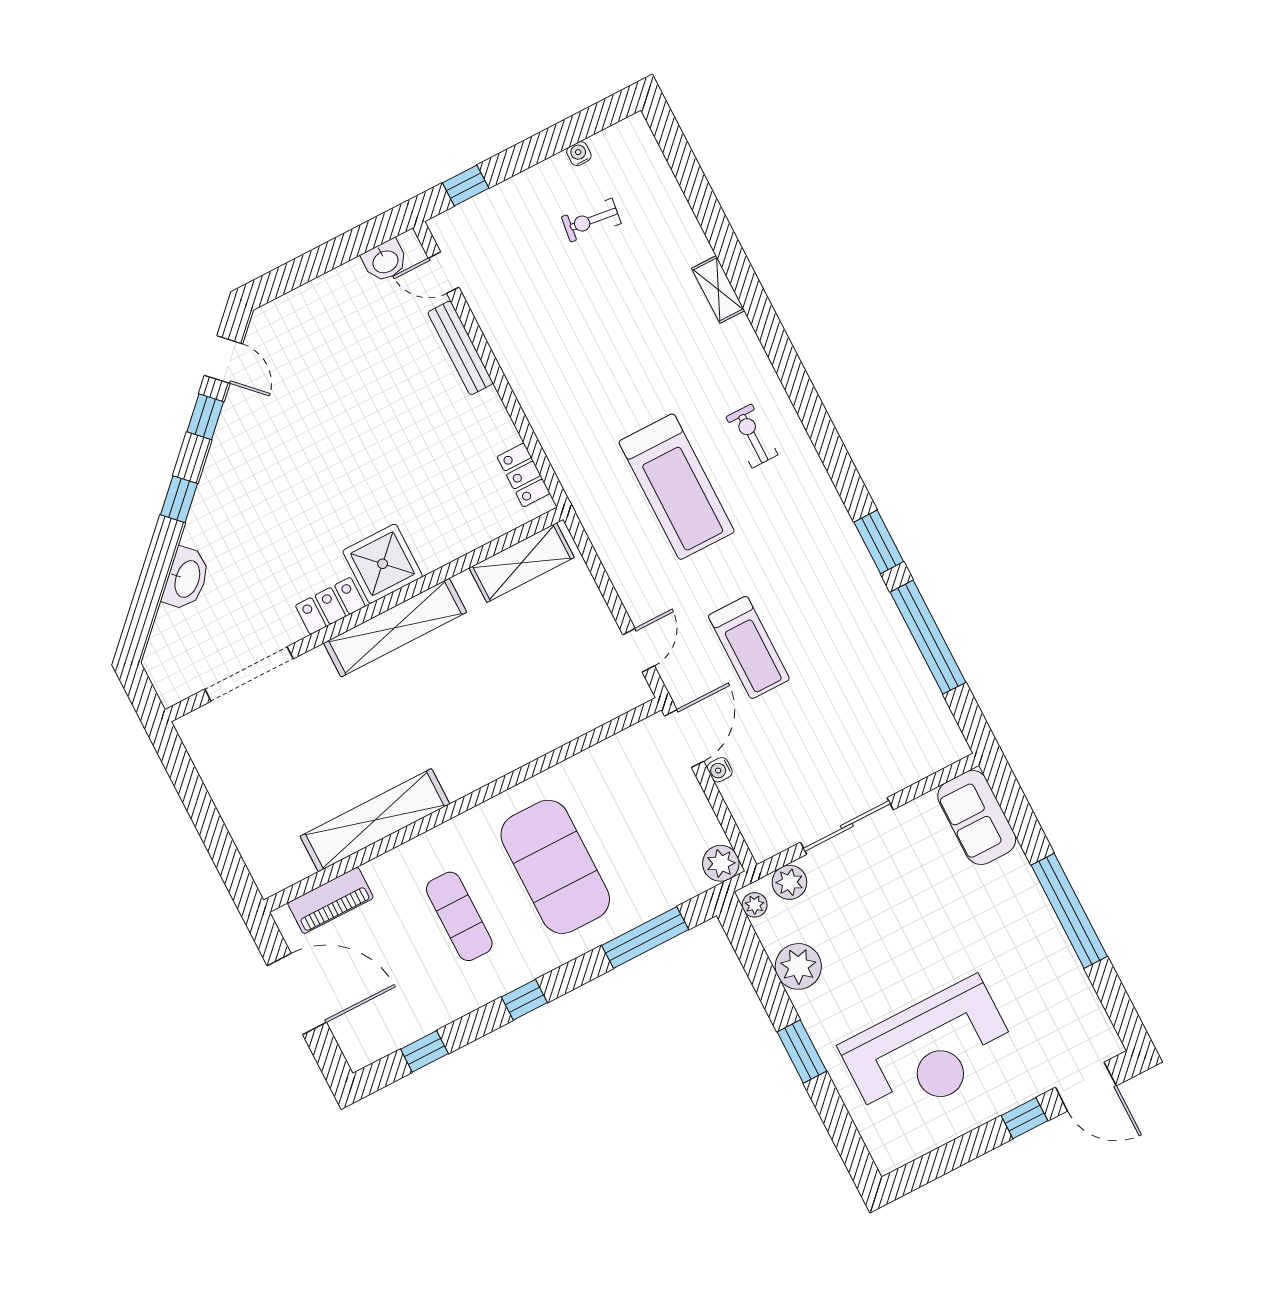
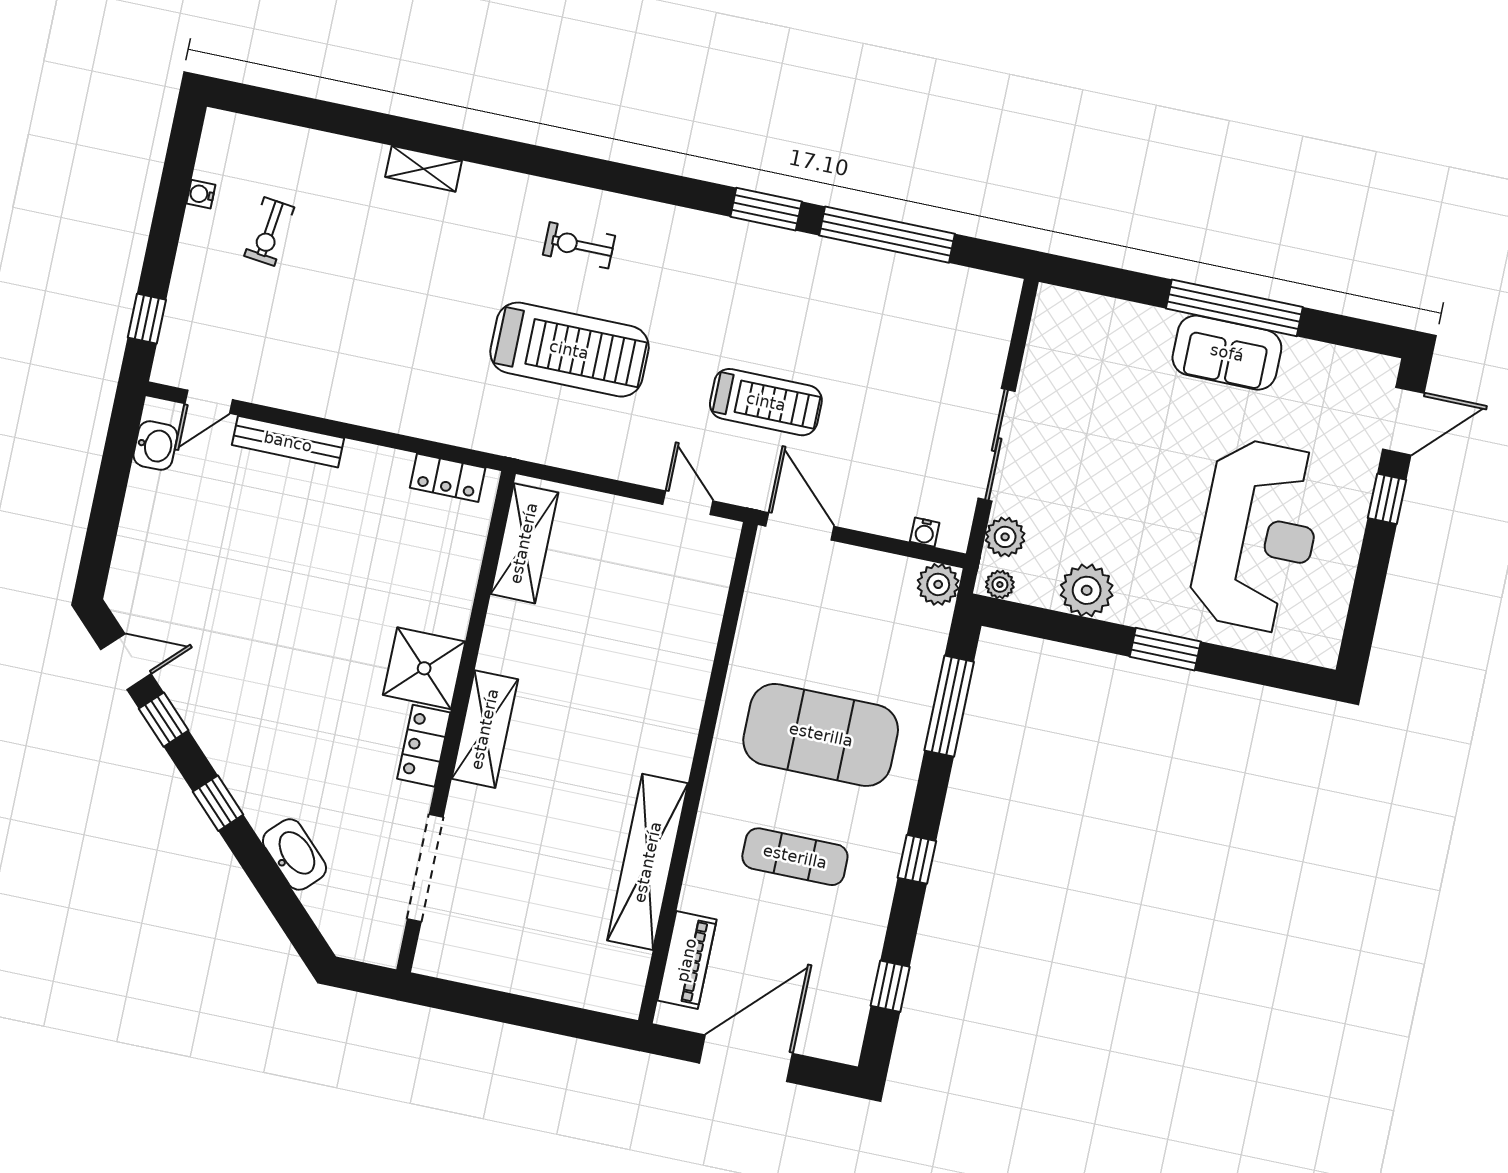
shelving: (395, 628) -> (485, 729), width x0.68
water cooler: (720, 770) -> (925, 532), moved
sofa: (977, 818) -> (1227, 353), moved

